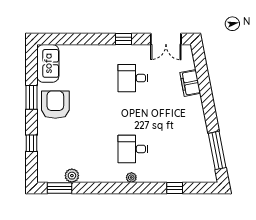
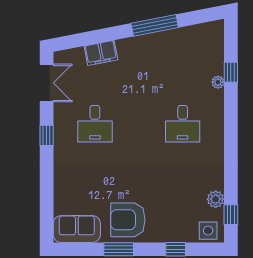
window: (217, 150) -> (155, 25), moved
side table: (47, 170) -> (208, 231), added
plant: (131, 177) -> (218, 82), moved
window: (59, 188) -> (231, 215), width x0.67

